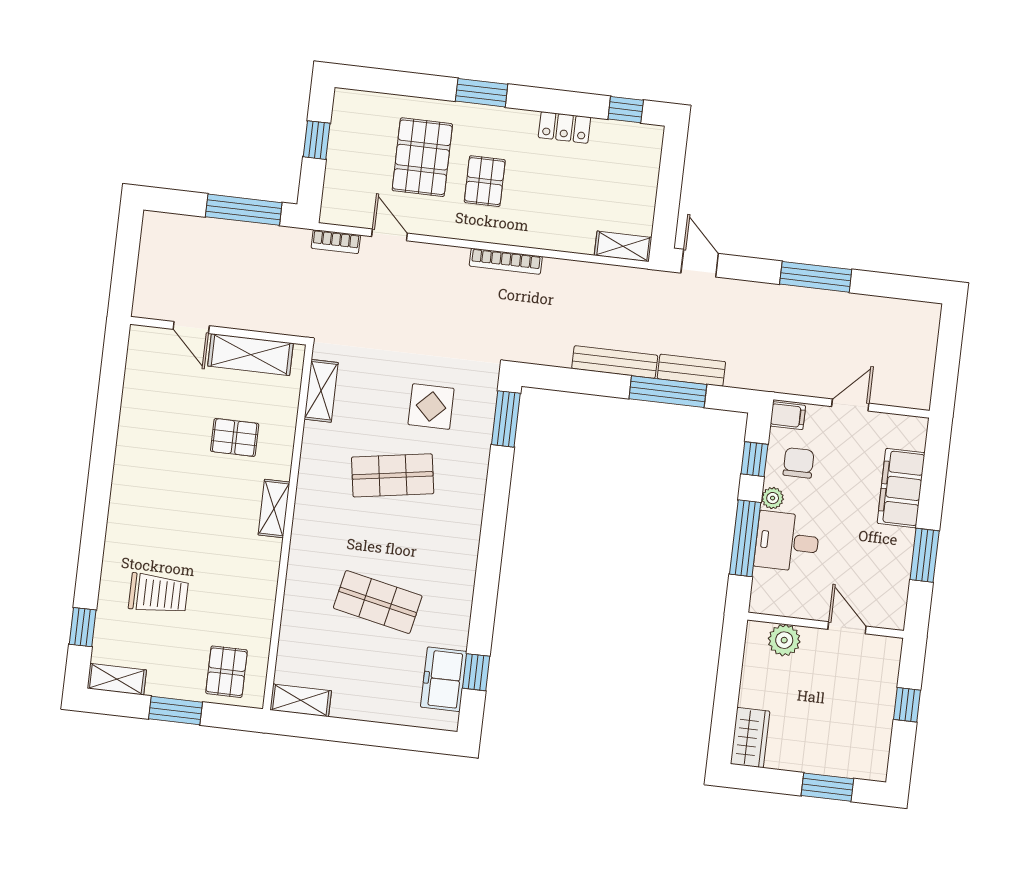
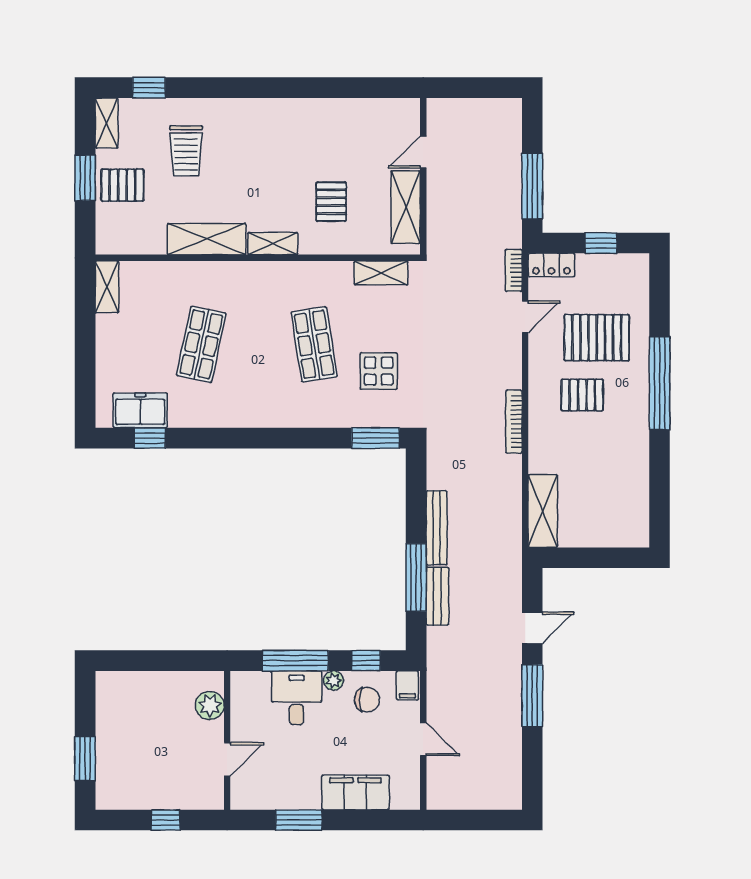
window: (482, 93) -> (660, 383), width x2.11
window: (626, 110) -> (660, 511), removed
locker: (564, 127) -> (551, 265), moved, turned -90
shelving: (623, 246) -> (543, 511), width x1.50, depth x1.33
door: (700, 263) -> (532, 628), moved
shelving: (260, 582) -> (207, 239), added
pallet: (227, 672) -> (122, 185), moved
wardrobe: (750, 738) -> (121, 686), removed

